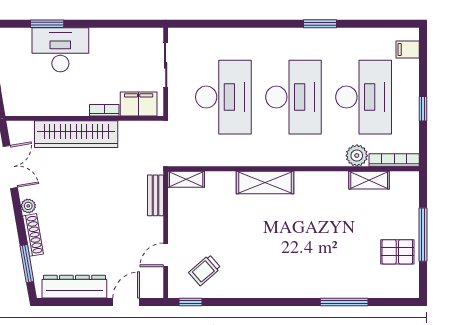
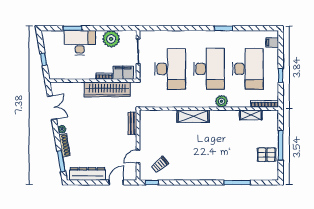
plant: (117, 43) -> (111, 39), added
wardrobe: (76, 134) -> (107, 89), moved
plant: (357, 156) -> (221, 101), moved
shelving: (186, 179) -> (149, 114), removed

